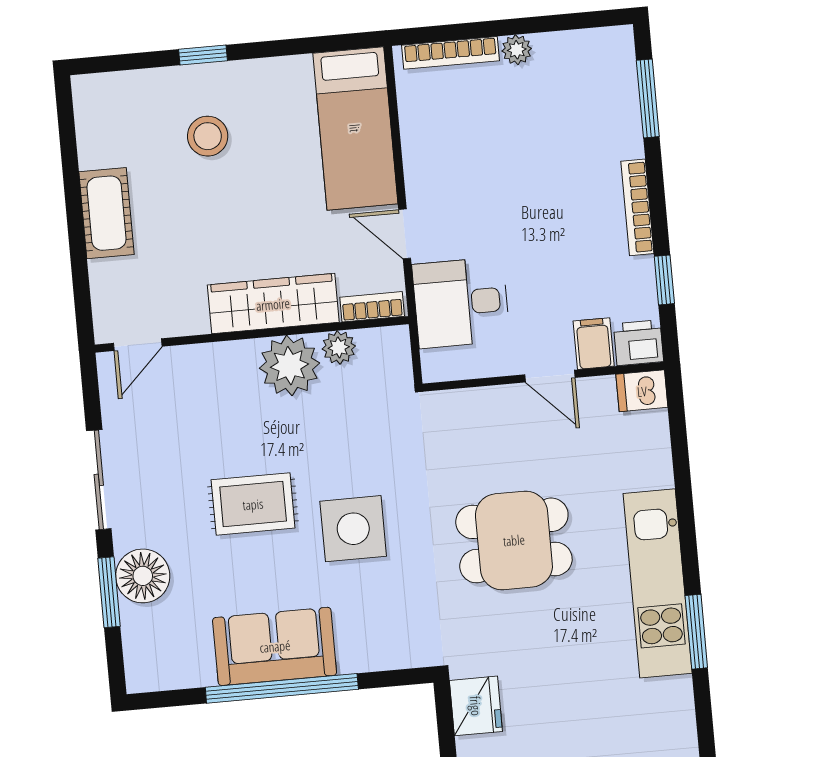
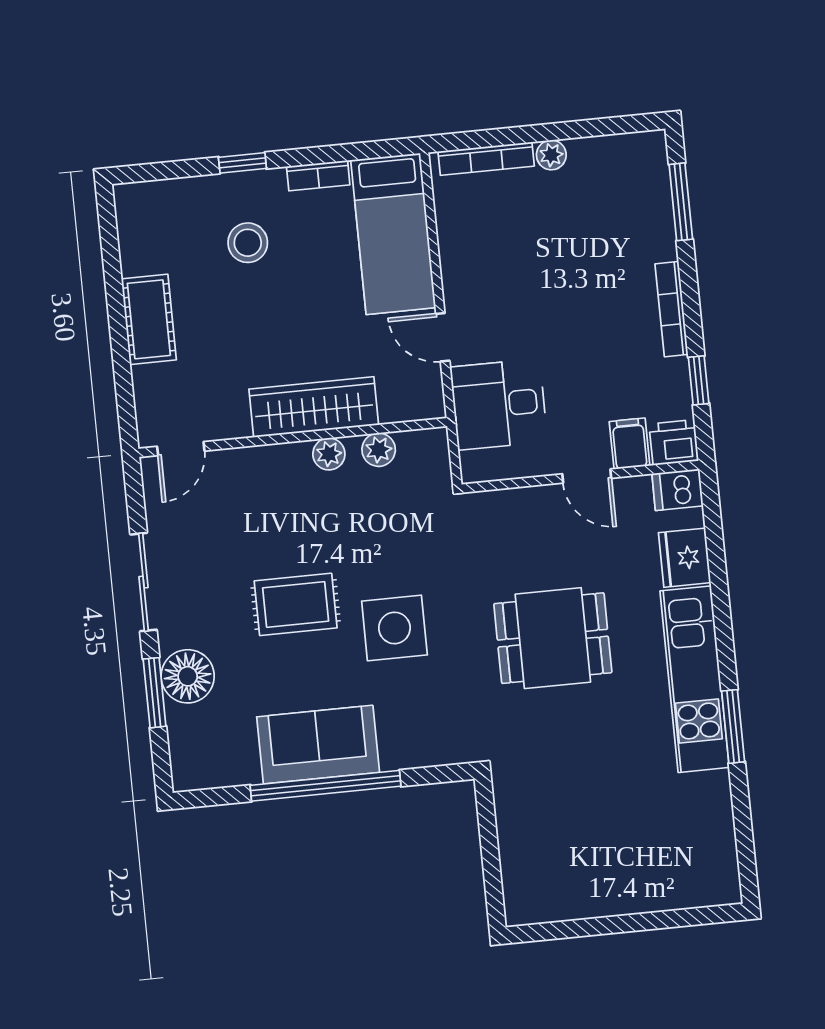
bookcase: (372, 307) -> (318, 176), moved, turned 180
plant: (289, 366) -> (329, 454), width x0.53, depth x0.53
fridge: (476, 706) -> (685, 558), moved, turned 180

